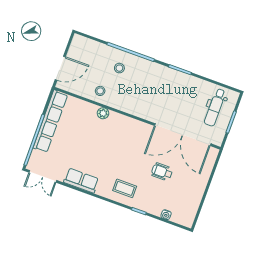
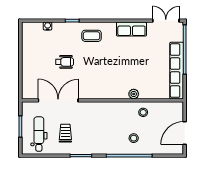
door: (60, 68) -> (185, 133), moved
trolley: (188, 98) -> (65, 133), added
double door: (183, 135) -> (58, 100), width x0.73

